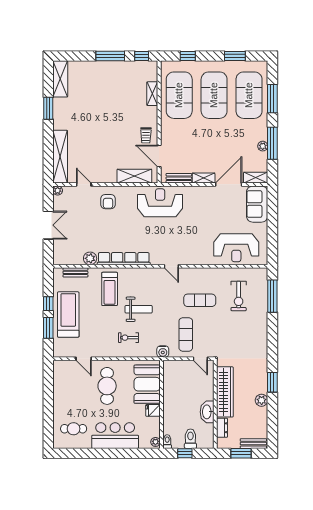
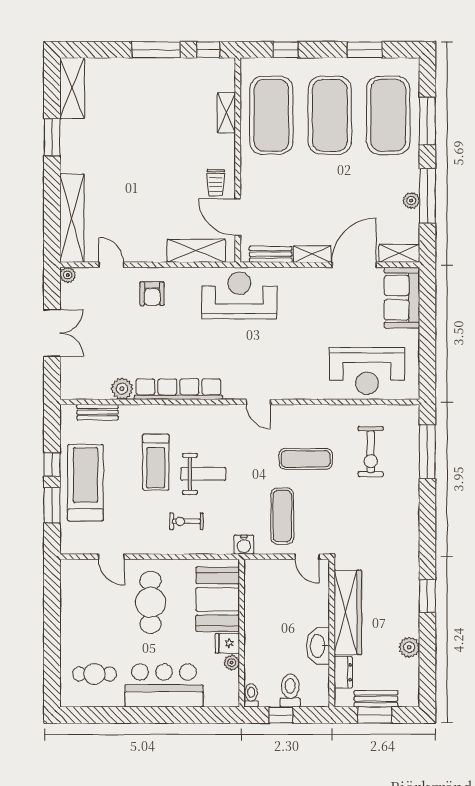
treadmill: (110, 289) -> (156, 462), moved
plant: (262, 400) -> (409, 647), moved
plant: (155, 442) -> (232, 663), moved
bench: (253, 444) -> (376, 699), moved

